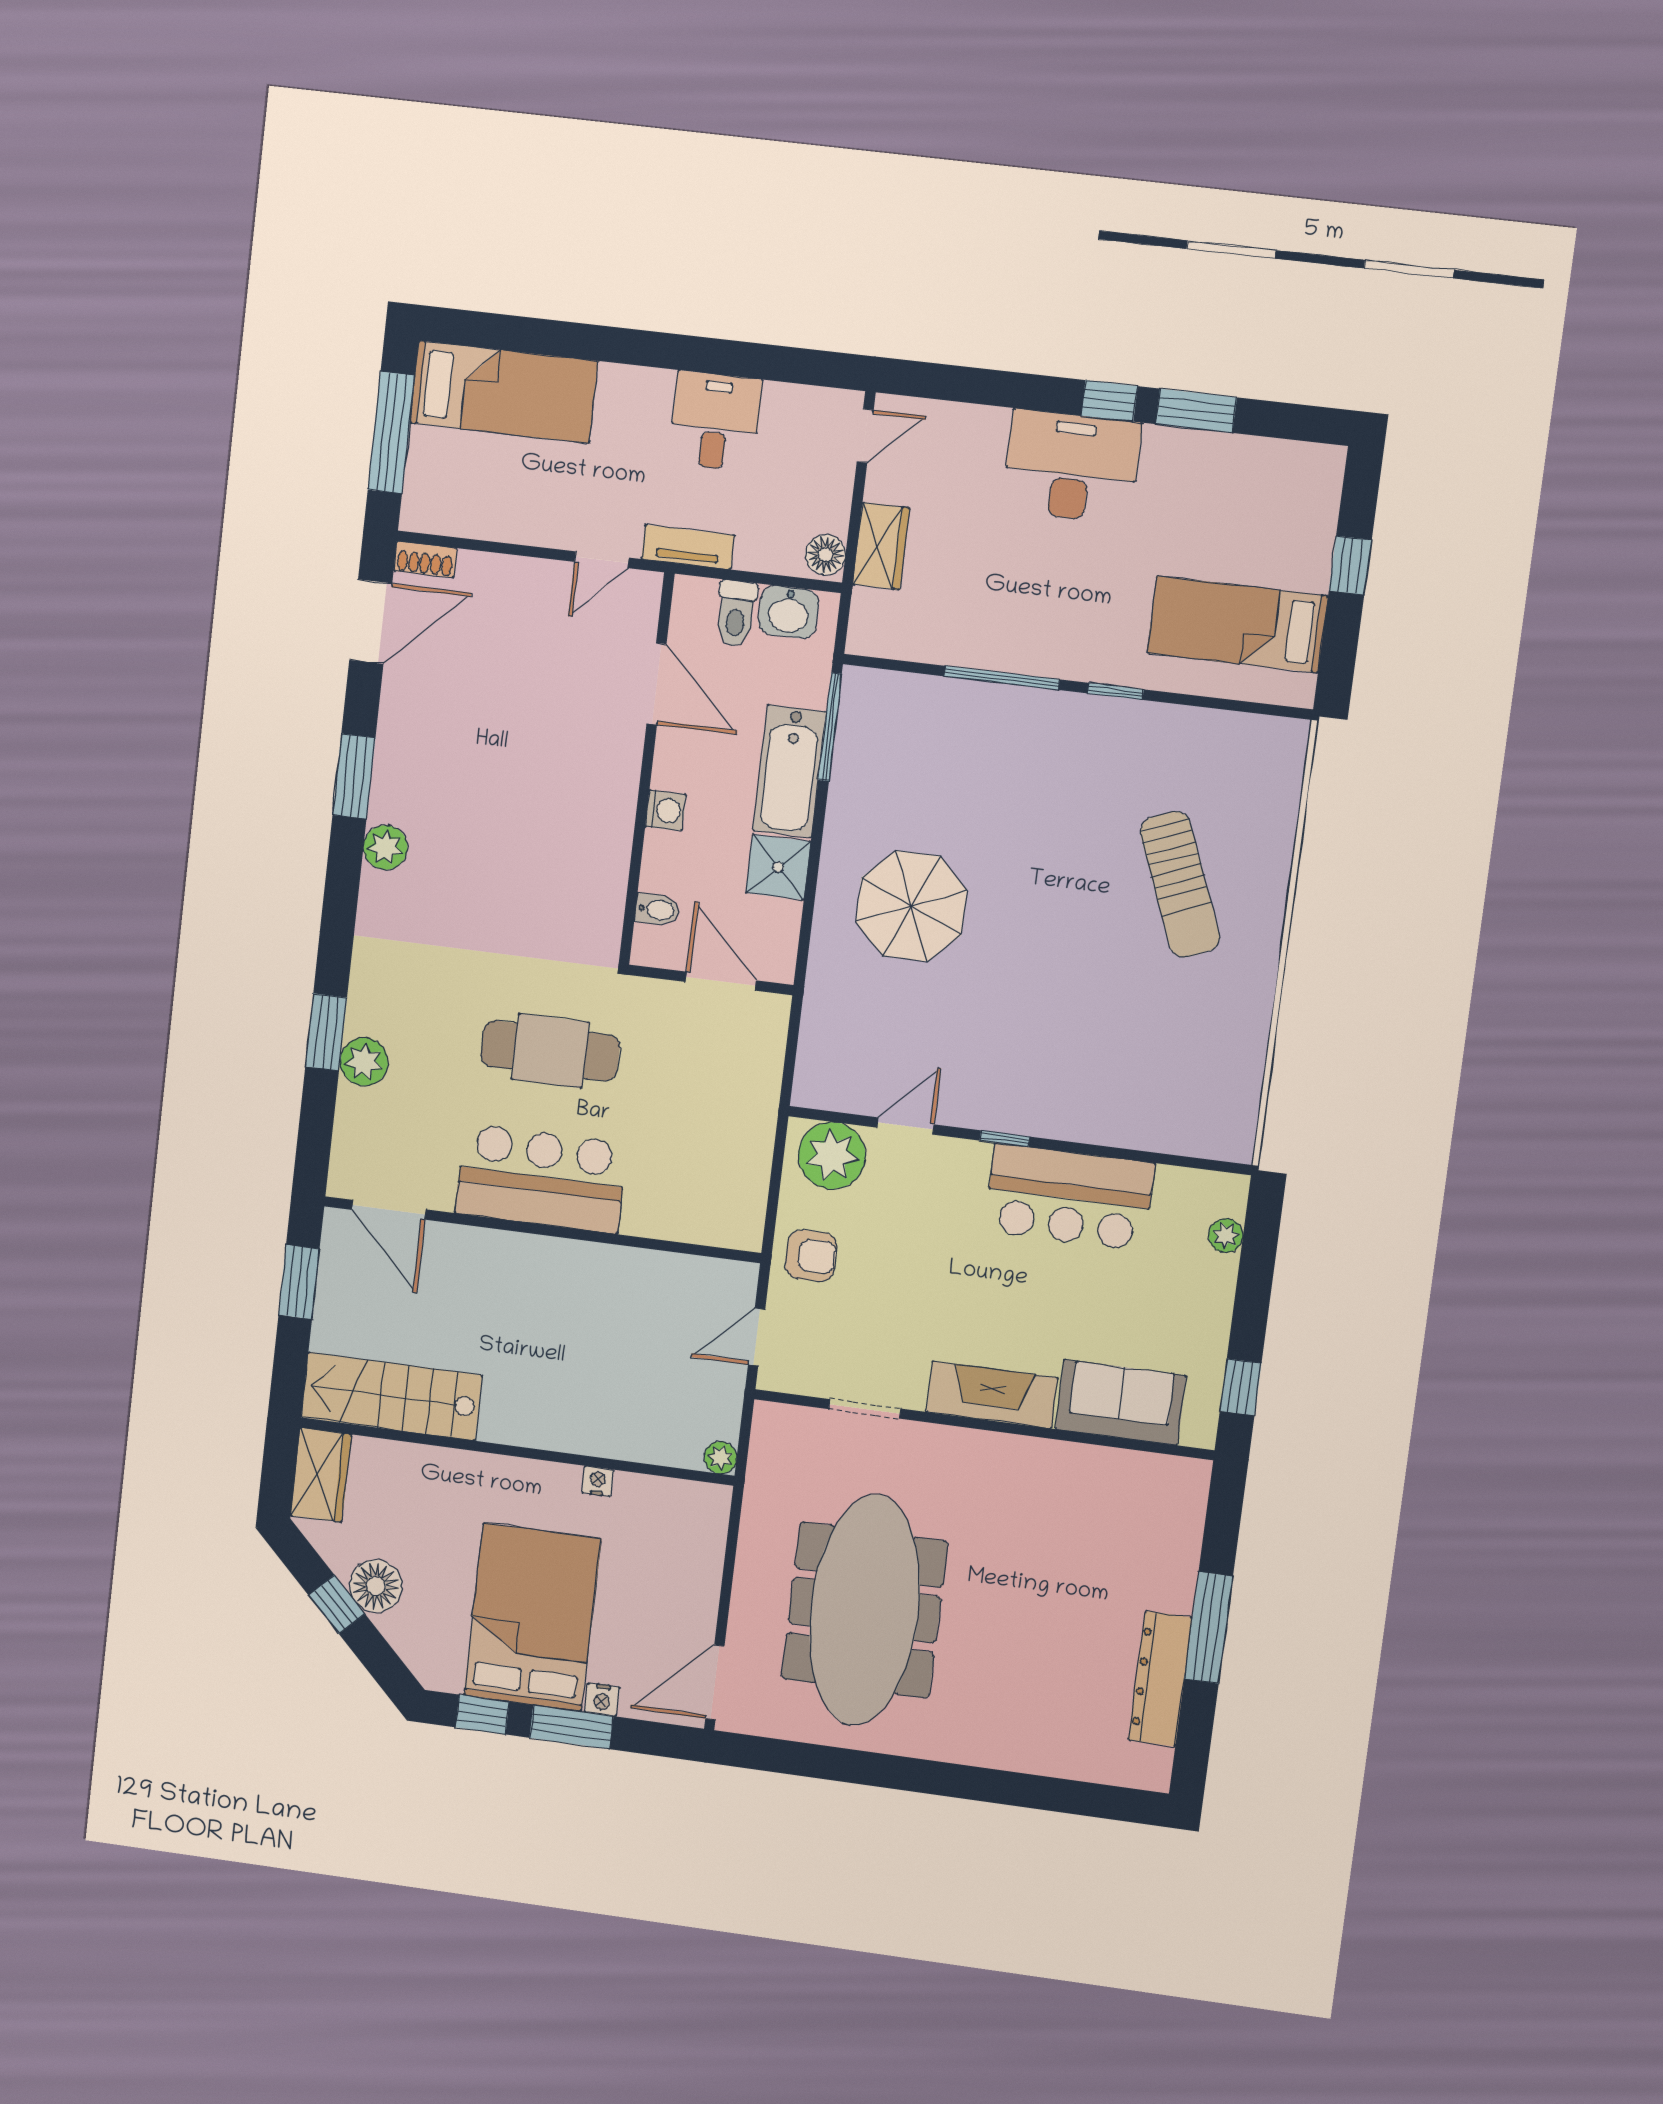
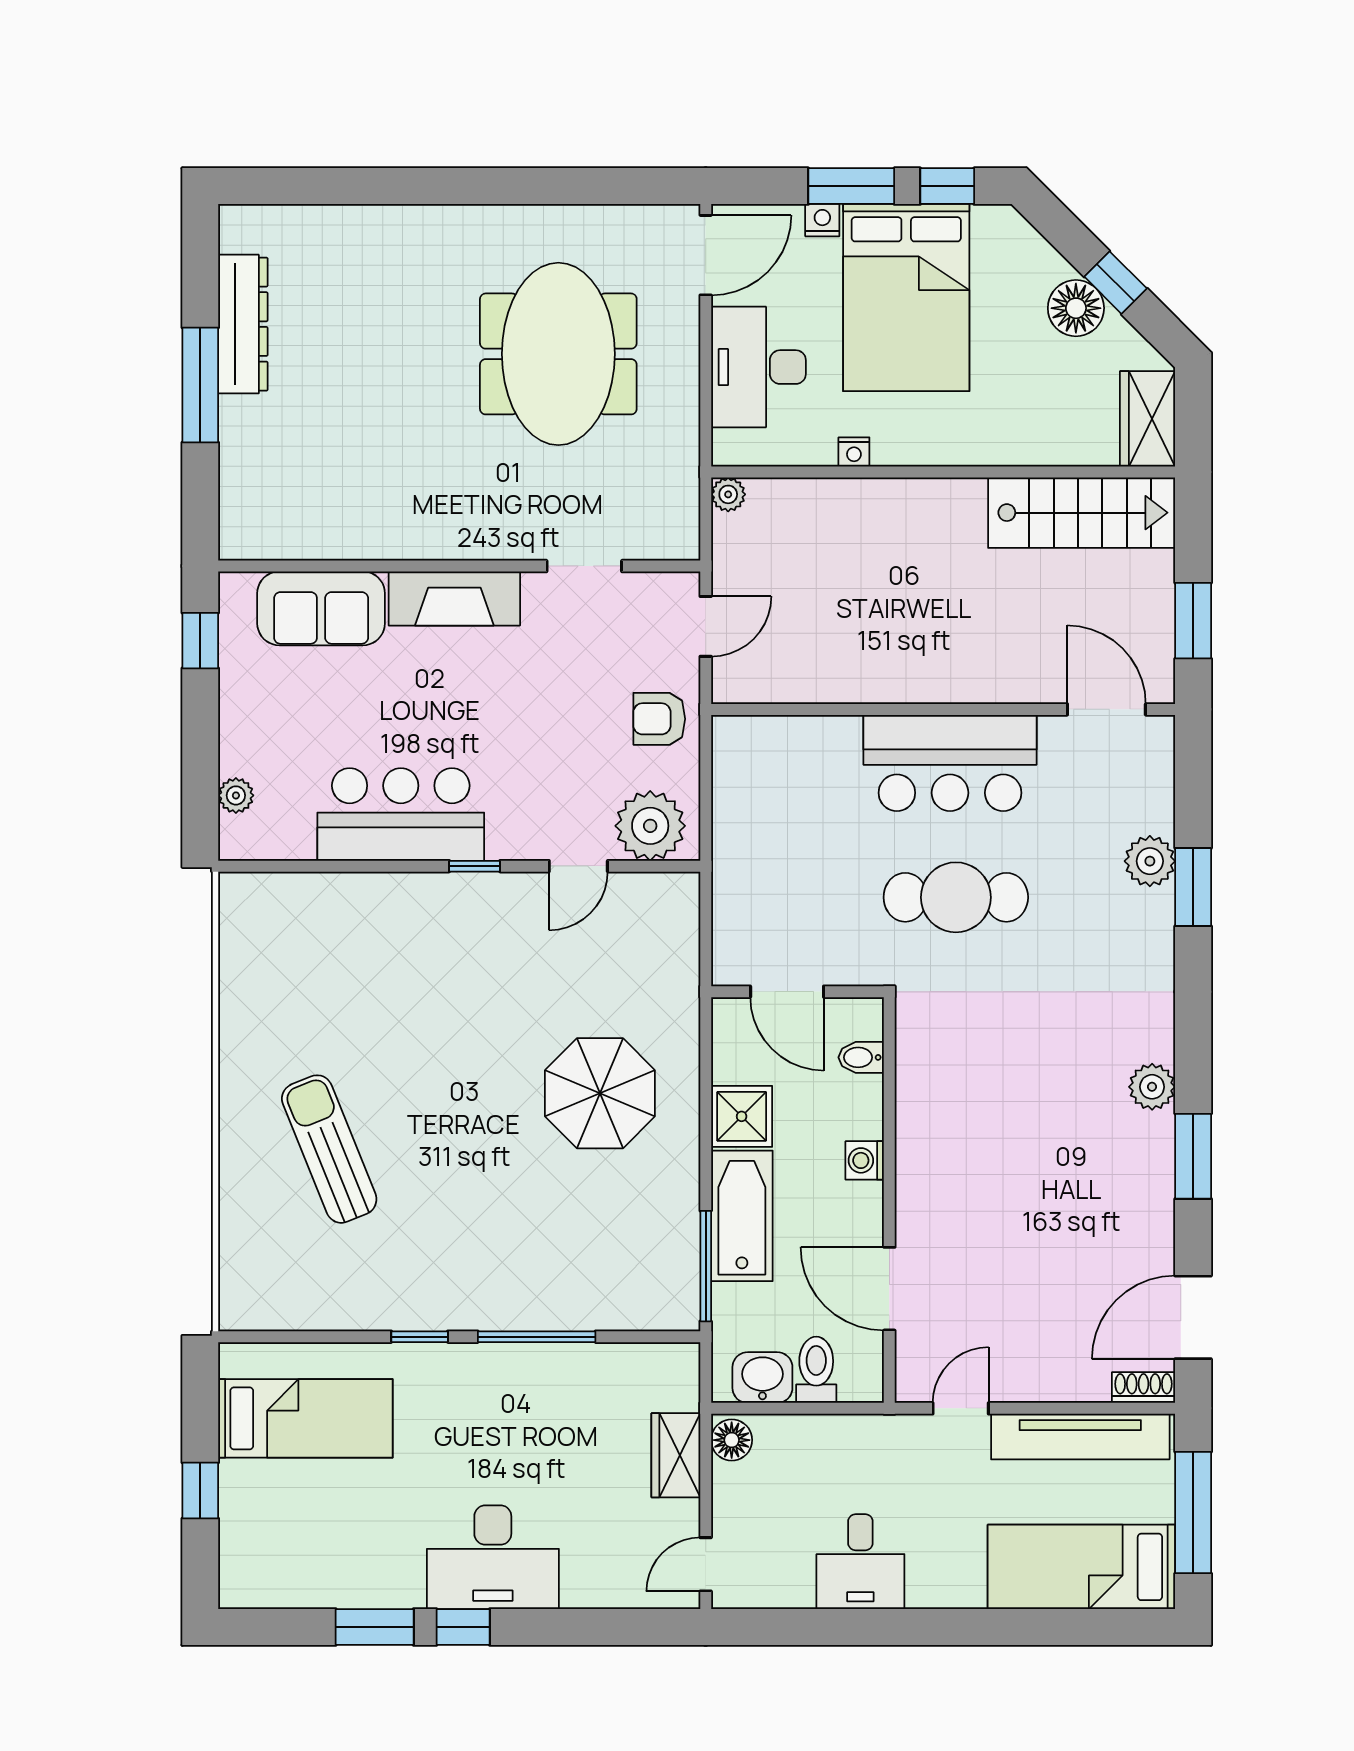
tv unit: (688, 547) -> (1080, 1437), moved, width x1.92, depth x1.29
desk: (678, 1572) -> (758, 367), added
meeting table: (865, 1610) -> (558, 354), width x0.73

